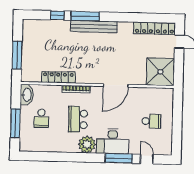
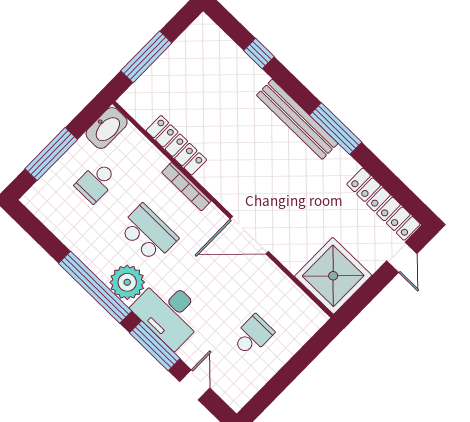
window: (85, 16) -> (336, 129), moved
school desk: (78, 119) -> (148, 233), turned 90
school desk: (151, 121) -> (253, 336), turned -90
window: (77, 157) -> (95, 287), added

